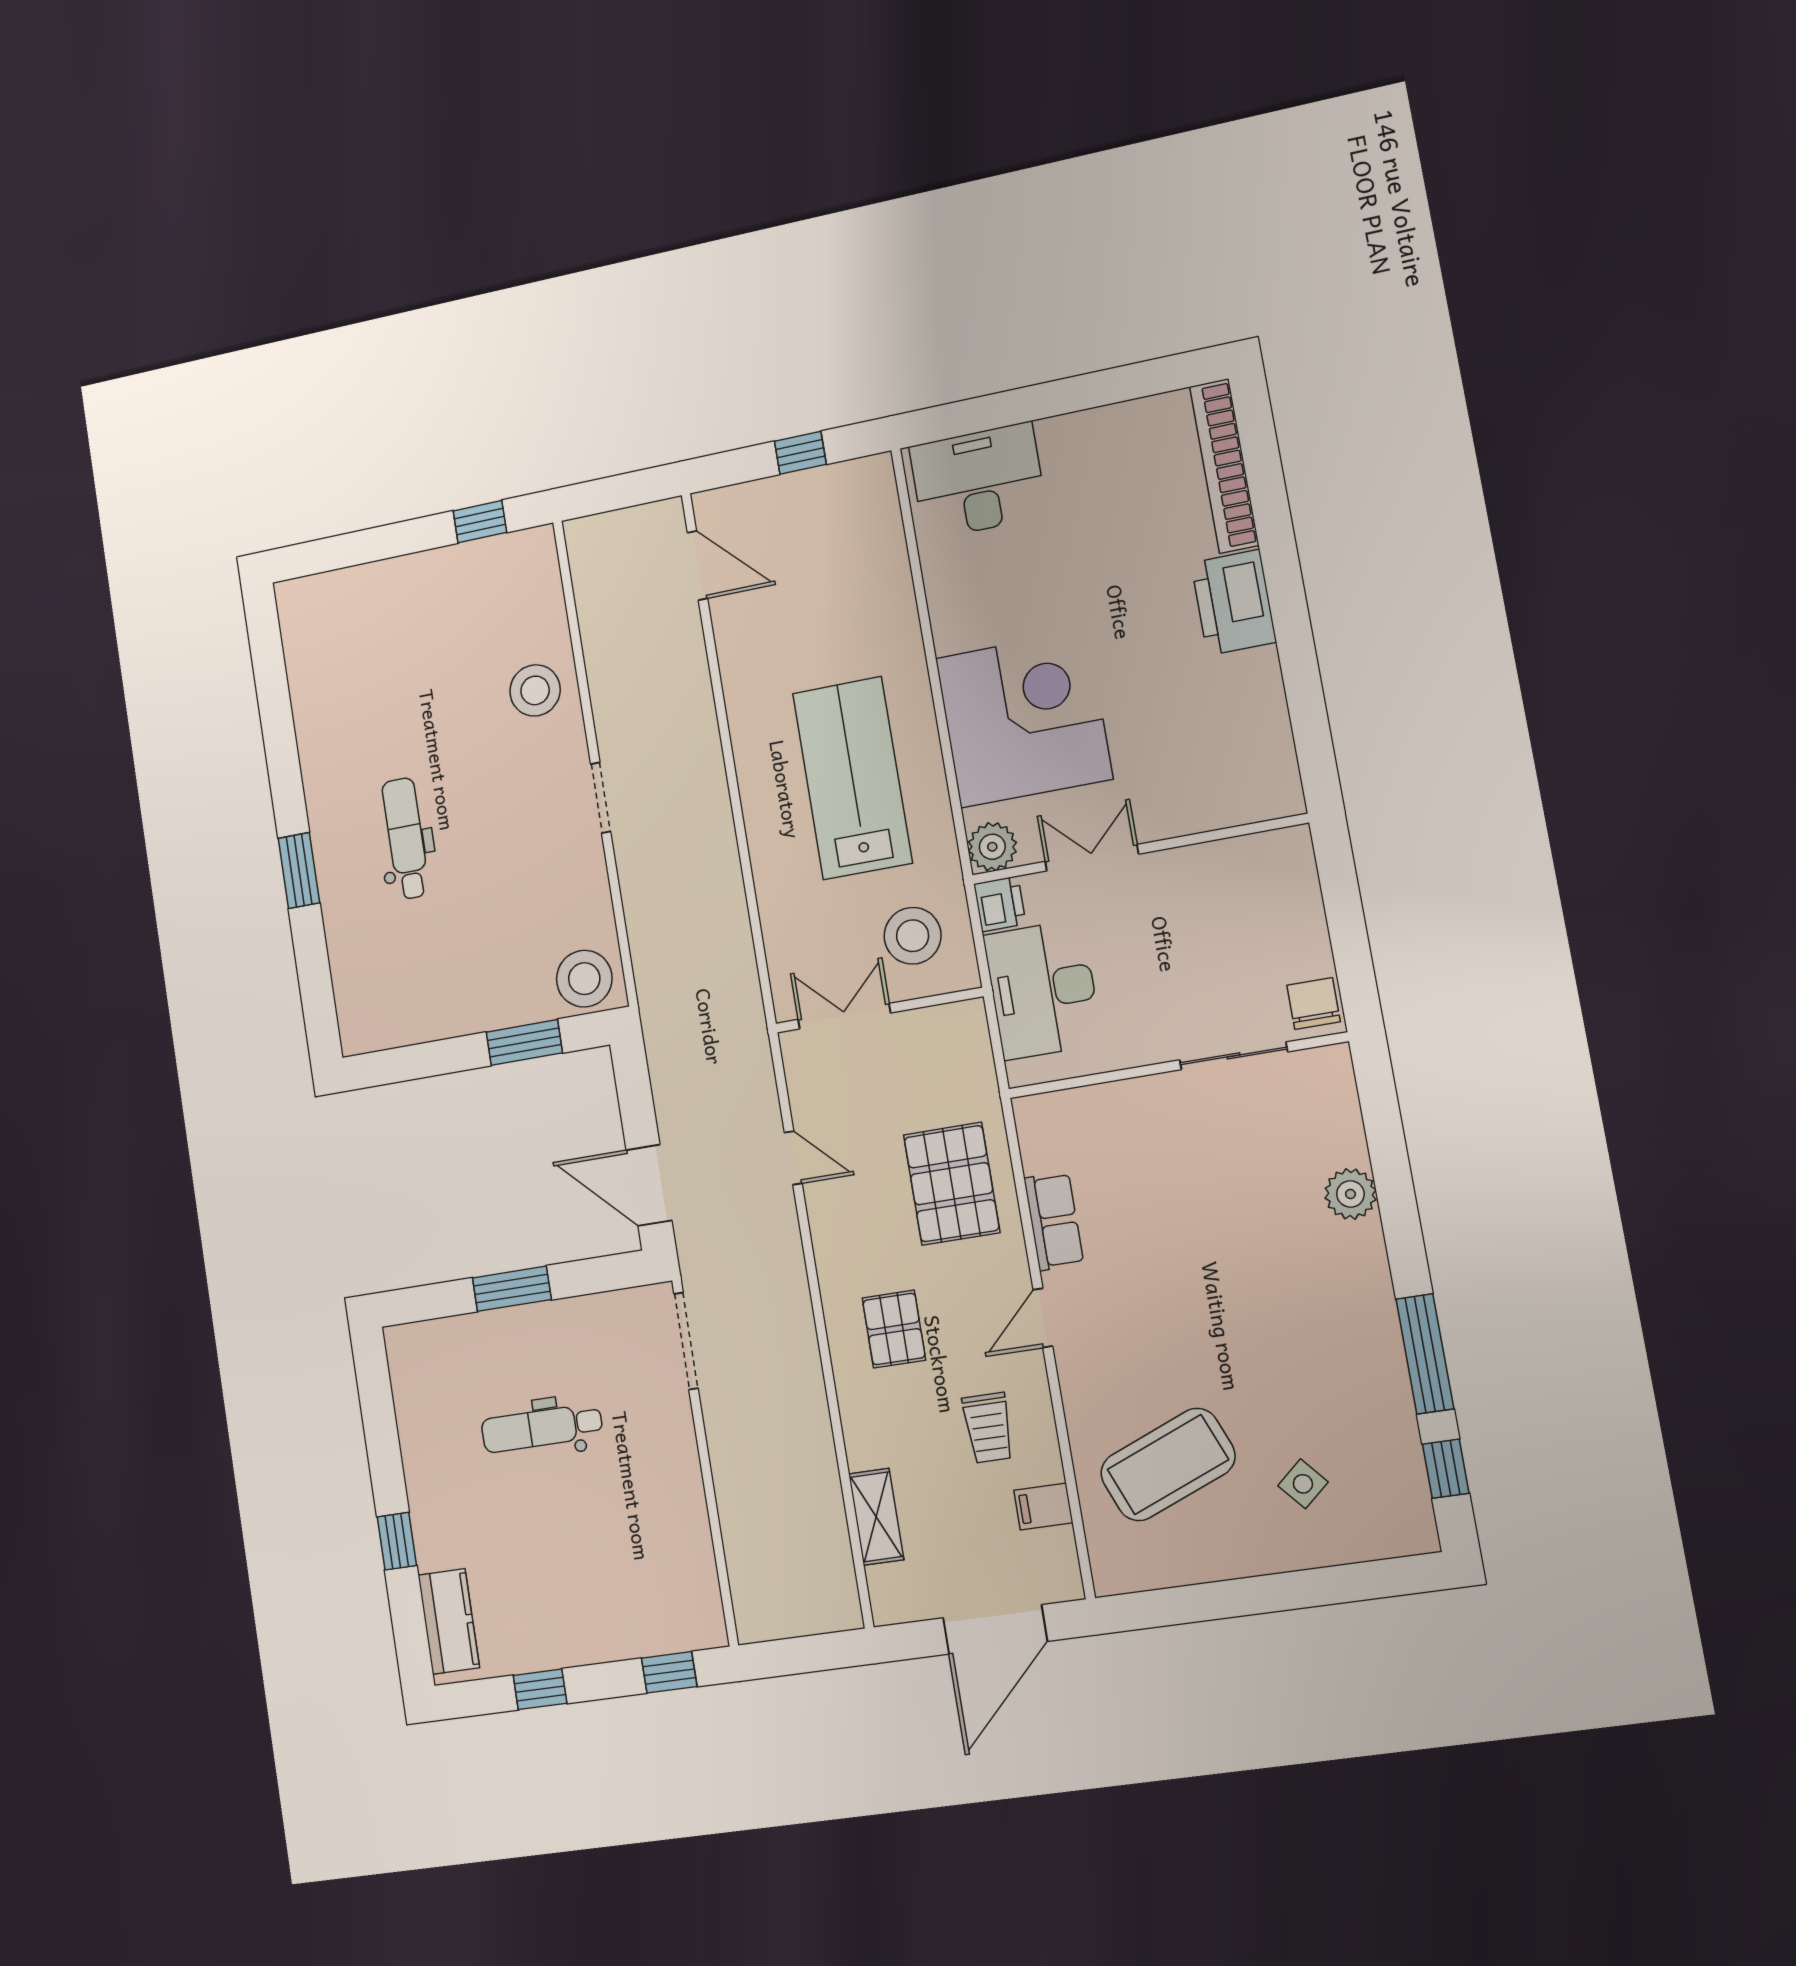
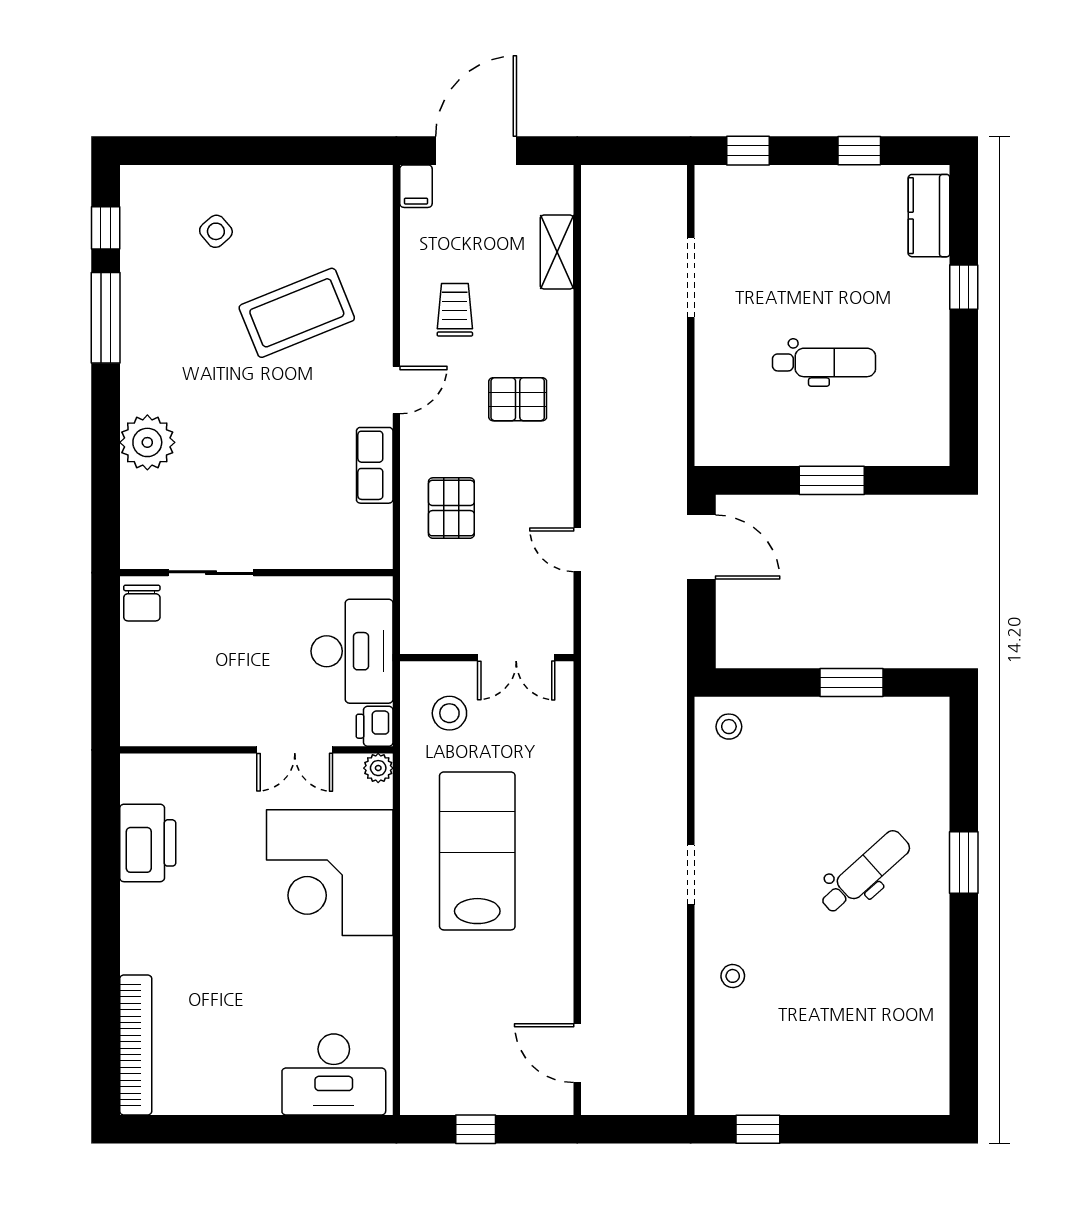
printer: (1234, 602) -> (148, 843), moved
stool: (535, 690) -> (733, 976), width x0.53, depth x0.53
lab bench: (852, 778) -> (477, 851), turned 180
dental chair: (406, 838) -> (865, 872), turned -132
plant: (992, 847) -> (378, 768), width x0.73, depth x0.73
stool: (913, 936) -> (449, 713), width x0.73, depth x0.73
stool: (584, 979) -> (729, 727), width x0.53, depth x0.53
window: (524, 1042) -> (851, 682), moved
pallet: (952, 1184) -> (451, 508), width x0.67, depth x0.71
plant: (1350, 1194) -> (147, 442), width x1.36, depth x1.36
pallet: (894, 1329) -> (518, 399), turned 90
doorway: (686, 1341) -> (691, 277), moved
coffee table: (1168, 1465) -> (297, 313), moved
filing cabinet: (1043, 1506) -> (416, 186), moved, turned 90

